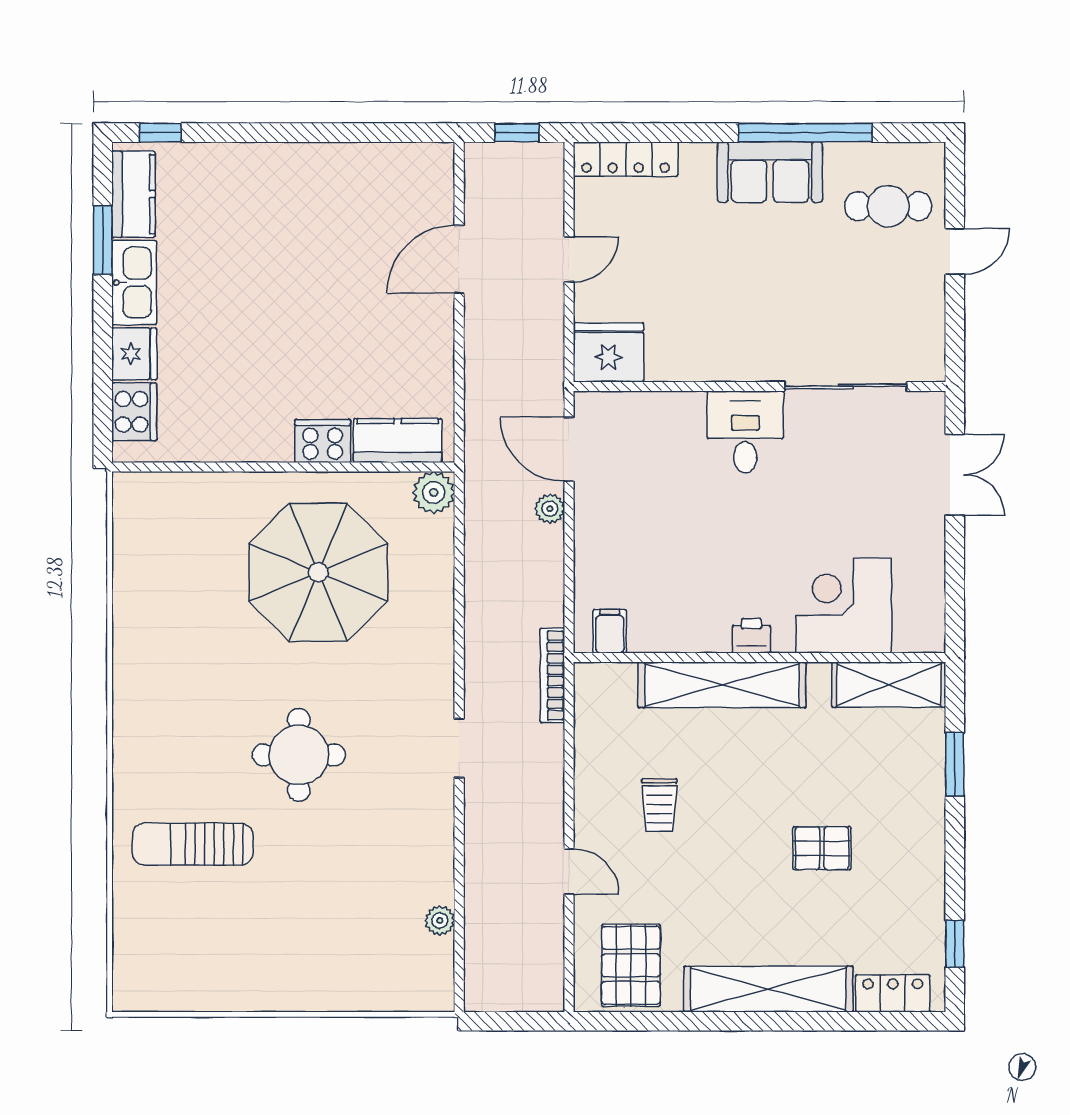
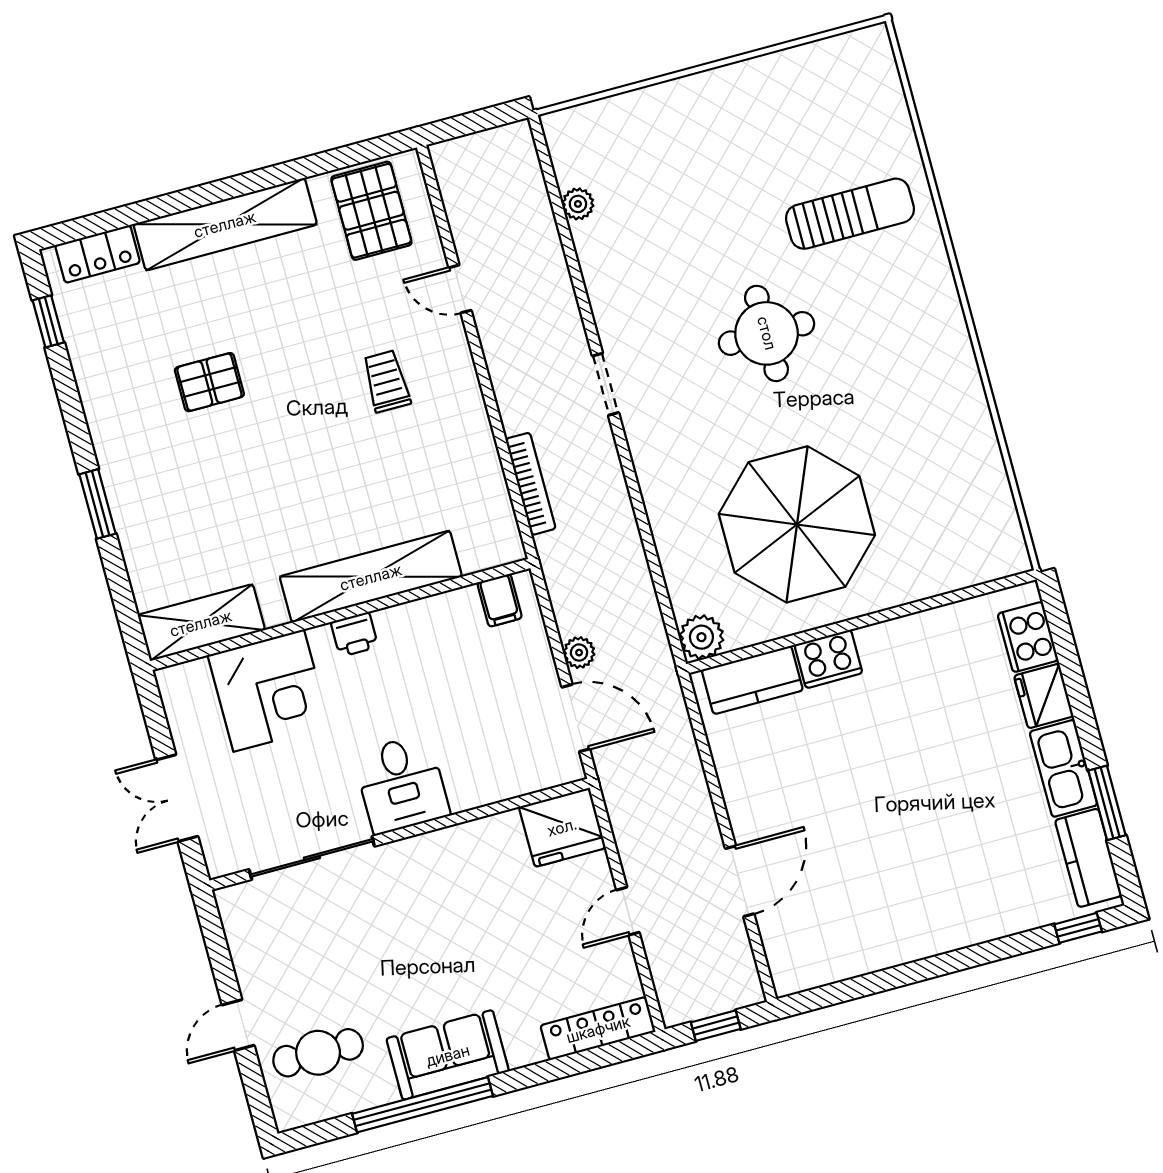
corner desk: (844, 606) -> (269, 691), moved
filing cabinet: (610, 631) -> (500, 600), moved
printer: (751, 636) -> (354, 634), moved
wall: (759, 658) -> (340, 615), moved
shelving: (722, 685) -> (371, 577), moved
shelving: (889, 685) -> (201, 623), moved

